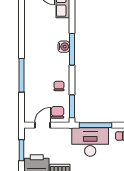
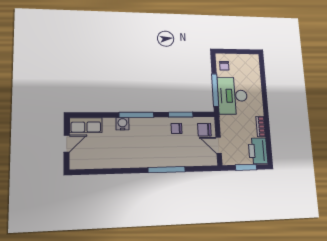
water cooler: (64, 47) -> (122, 124), moved
window: (72, 106) -> (181, 115), moved

